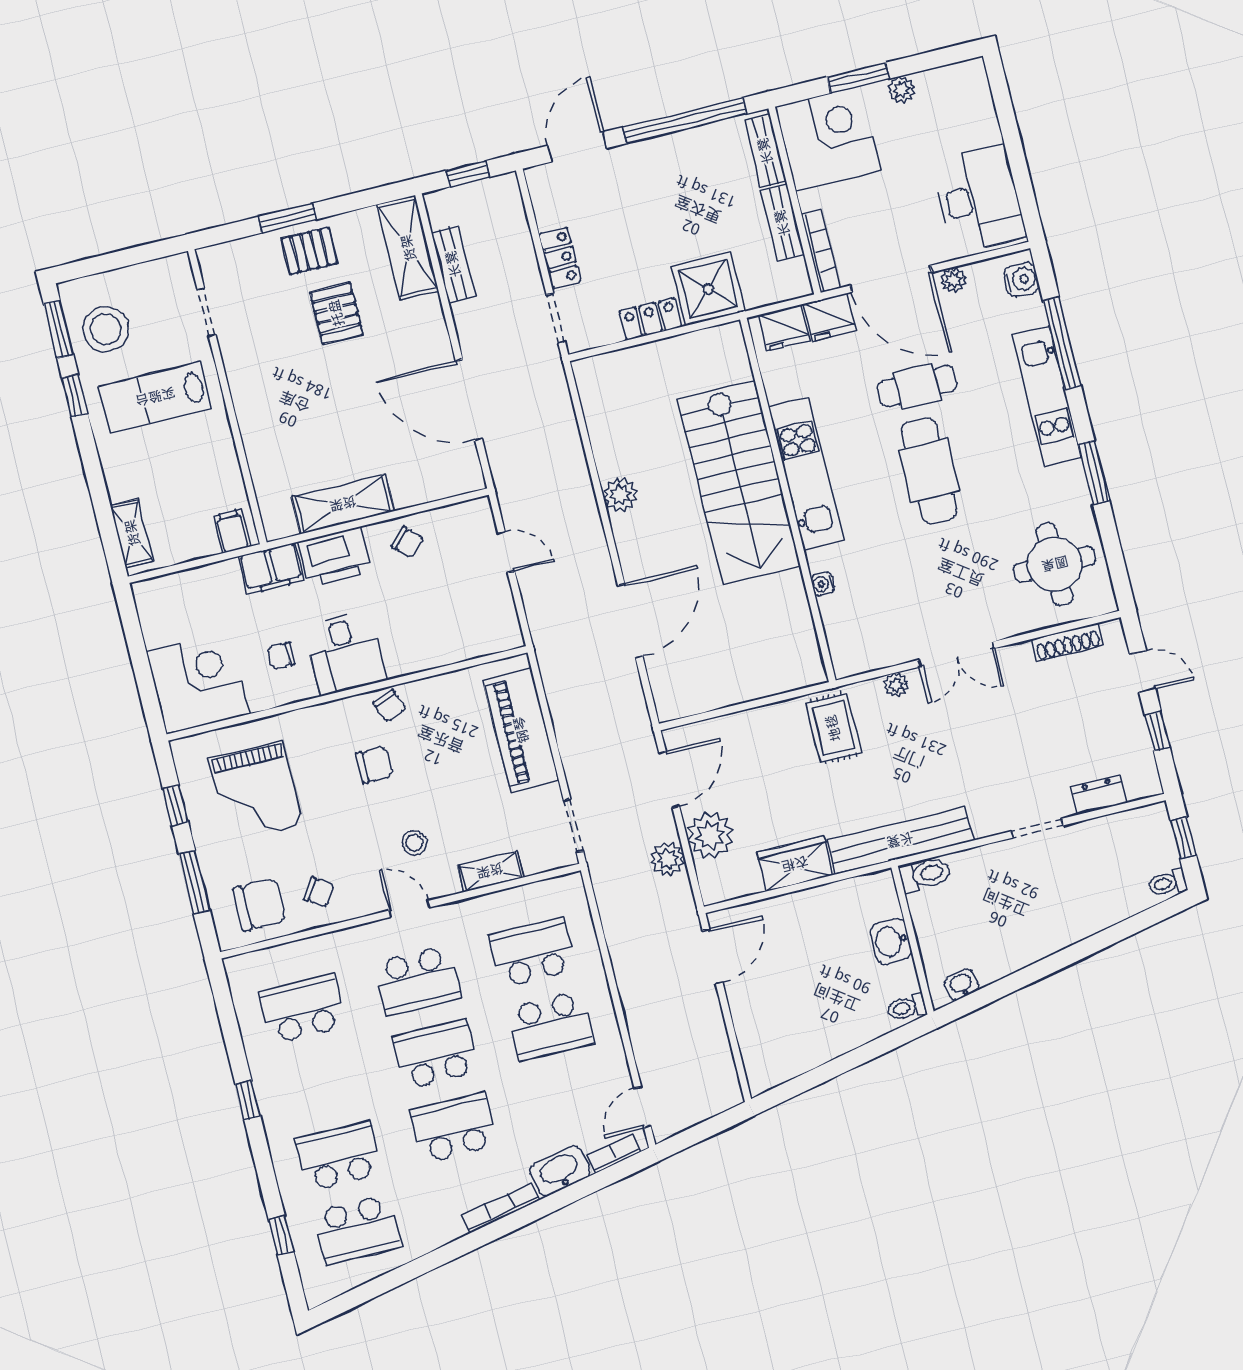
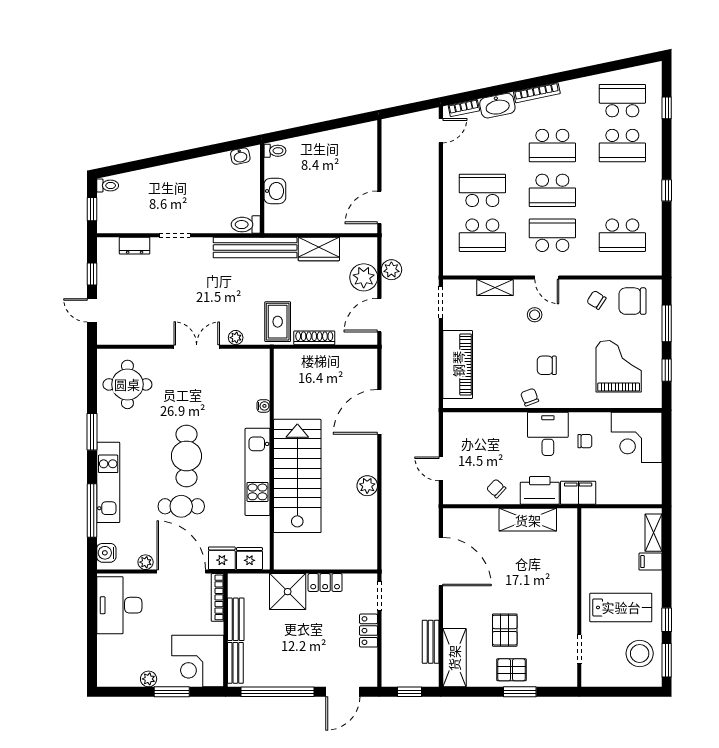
filing cabinet: (232, 531) -> (650, 562), moved, turned 90
shoe rack: (1067, 642) -> (314, 338), moved

